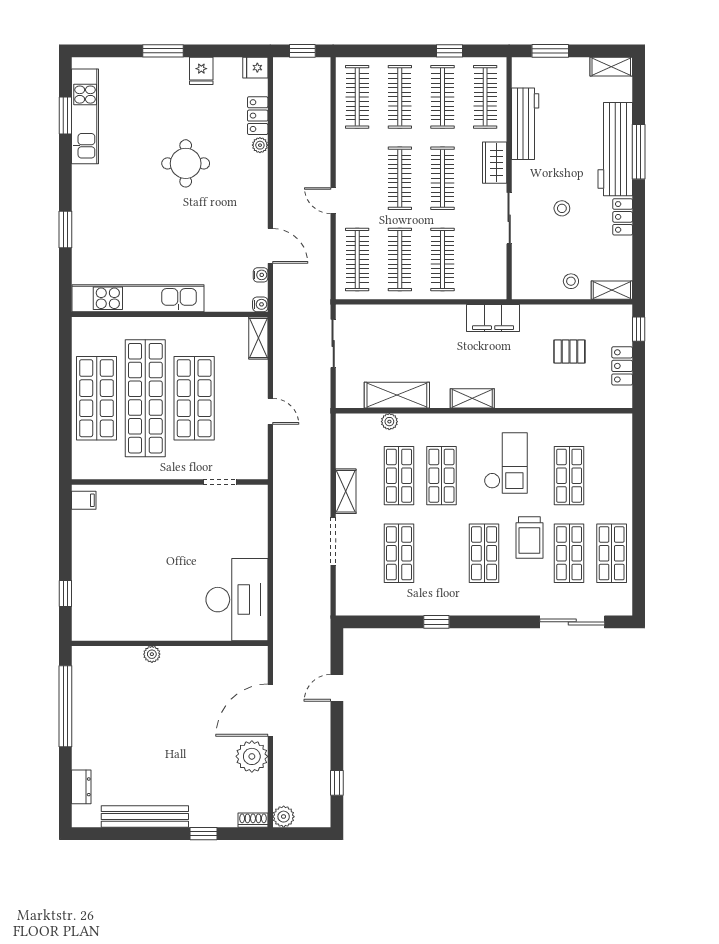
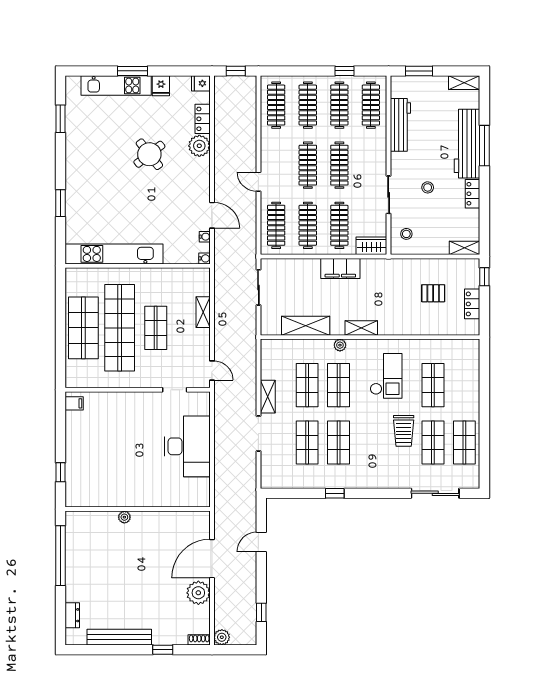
kitchen unit: (85, 116) -> (116, 85), moved, turned 90
plant: (260, 145) -> (199, 146), width x1.87, depth x1.87
round table: (186, 163) -> (149, 154), turned -38
wardrobe: (495, 163) -> (371, 246), moved, turned 90
stool: (571, 281) -> (406, 234), moved
filing cabinet: (493, 318) -> (340, 269), moved
shelving: (258, 338) -> (203, 312), moved
shop shelf: (194, 398) -> (156, 328), width x0.70, depth x0.74
door: (270, 411) -> (212, 370), moved
plant: (389, 422) -> (340, 345), moved
shop shelf: (484, 553) -> (339, 443), moved
desk: (237, 600) -> (187, 446), moved

